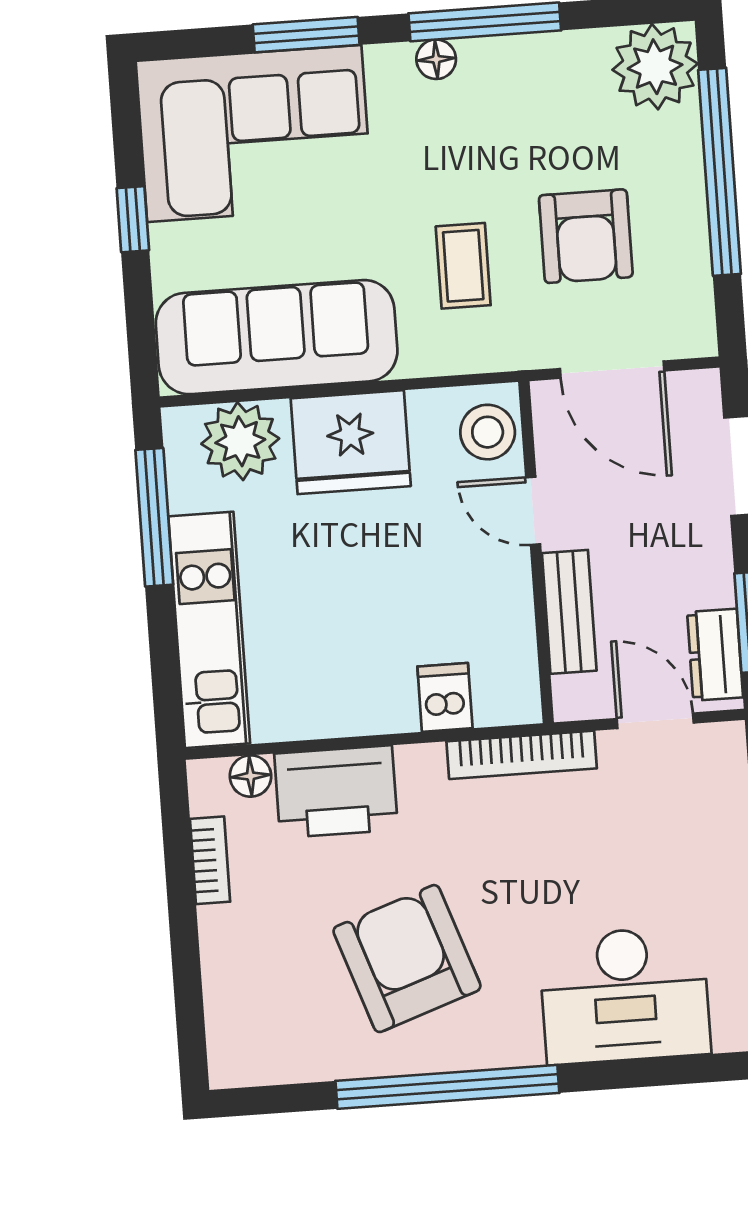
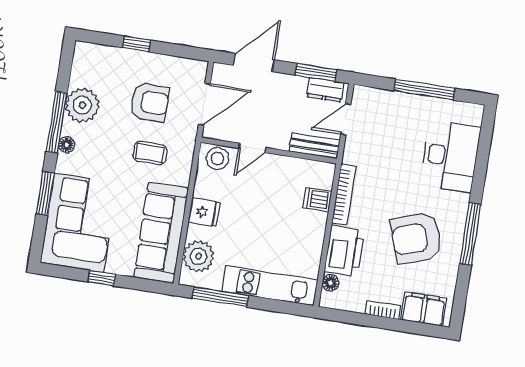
plant: (655, 67) -> (82, 105), moved
window: (720, 172) -> (137, 44), width x0.32
fridge: (351, 442) -> (204, 212), width x0.53, depth x0.75
bench: (569, 612) -> (315, 146), moved
bookcase: (522, 755) -> (344, 195), moved
bookcase: (210, 860) -> (383, 310), moved
filing cabinet: (239, 1016) -> (424, 309), added
window: (447, 1087) -> (470, 234), width x0.68

